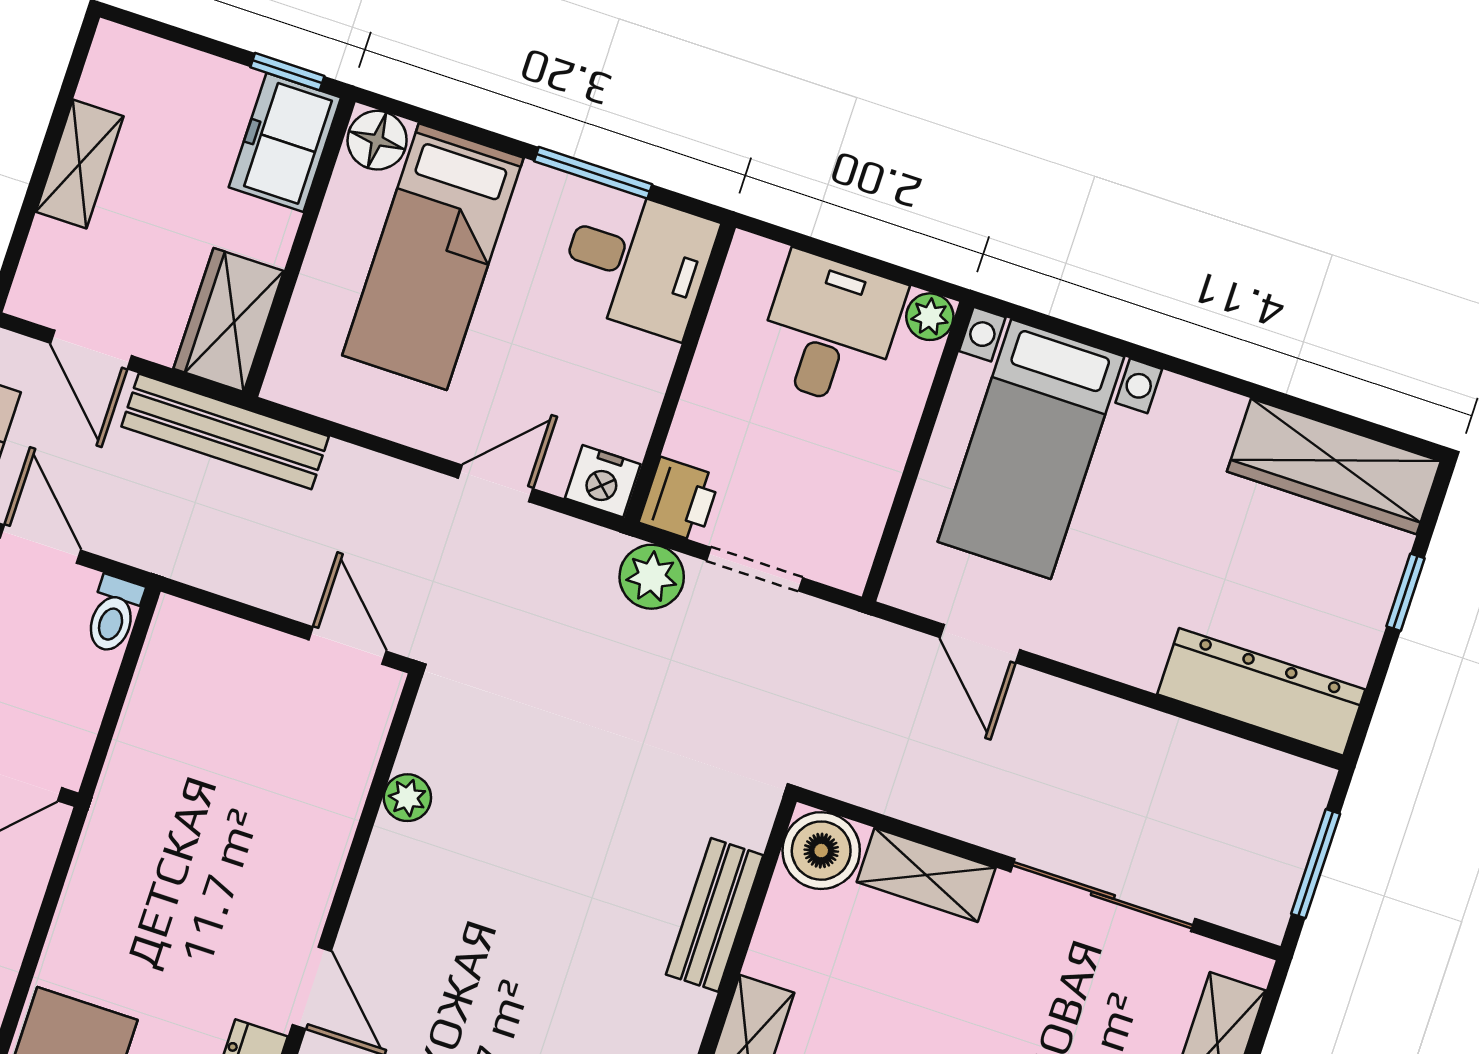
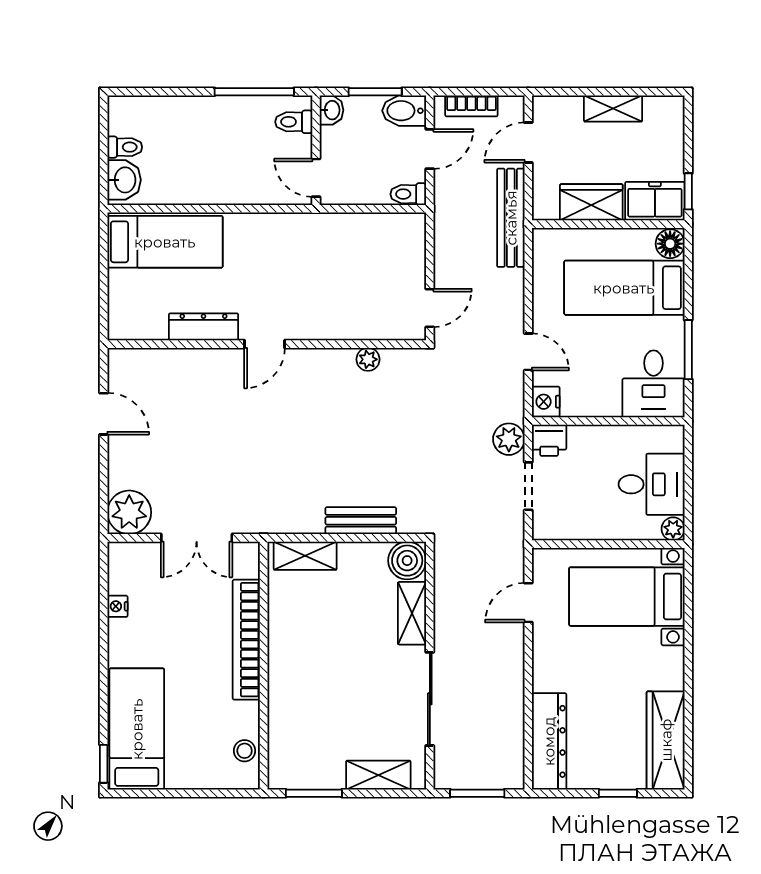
wardrobe: (229, 320) -> (591, 202), moved

